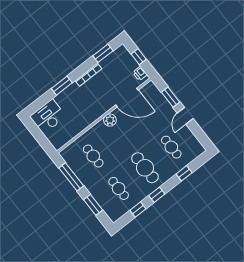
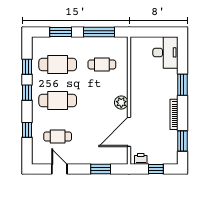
door: (185, 116) -> (59, 169), moved
cafe table: (119, 188) -> (58, 64), width x1.37, depth x1.35

